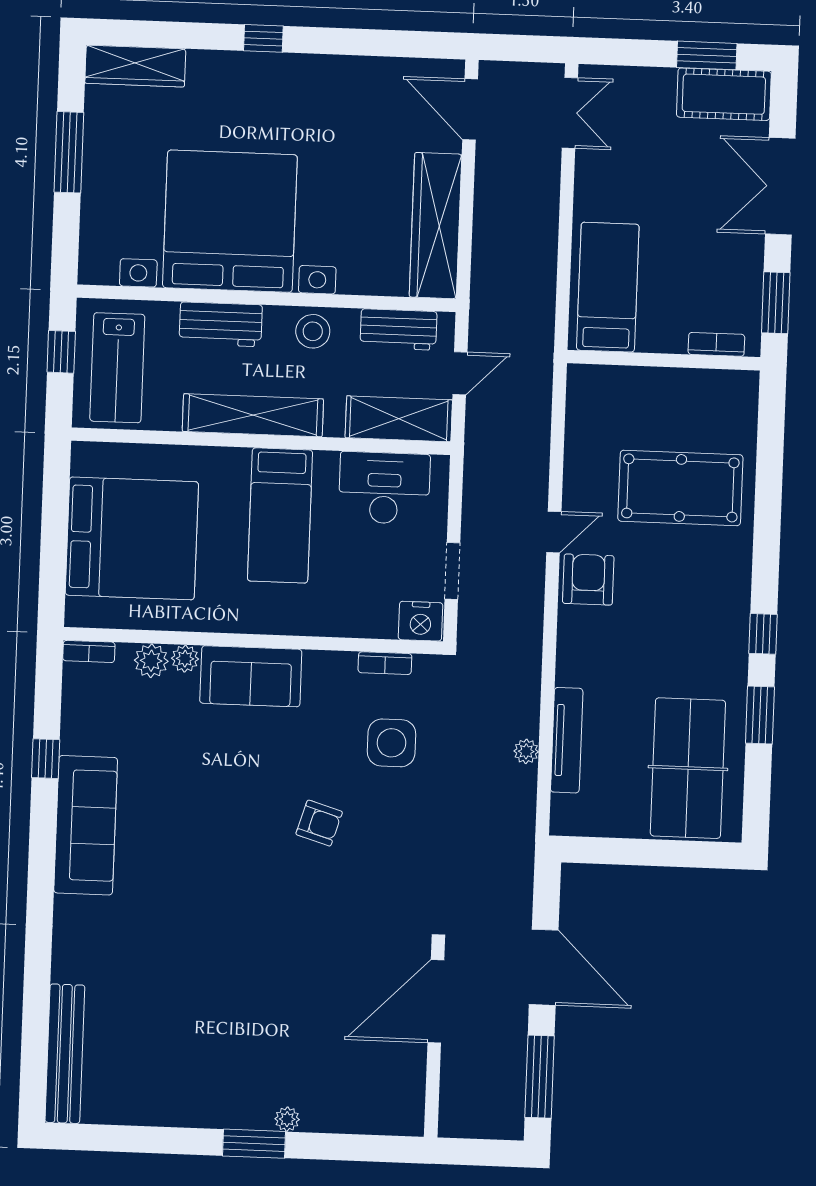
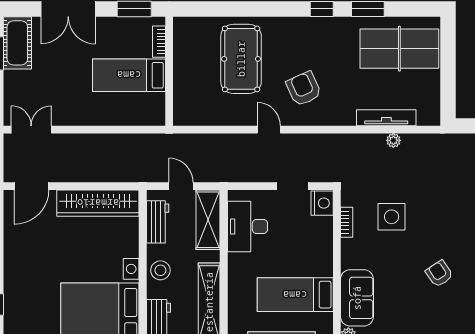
bed: (608, 287) -> (129, 75), moved
bed: (280, 515) -> (295, 295), moved, turned 180
armchair: (588, 580) -> (304, 89), moved, turned 66
armchair: (319, 823) -> (439, 274), moved, turned -51

